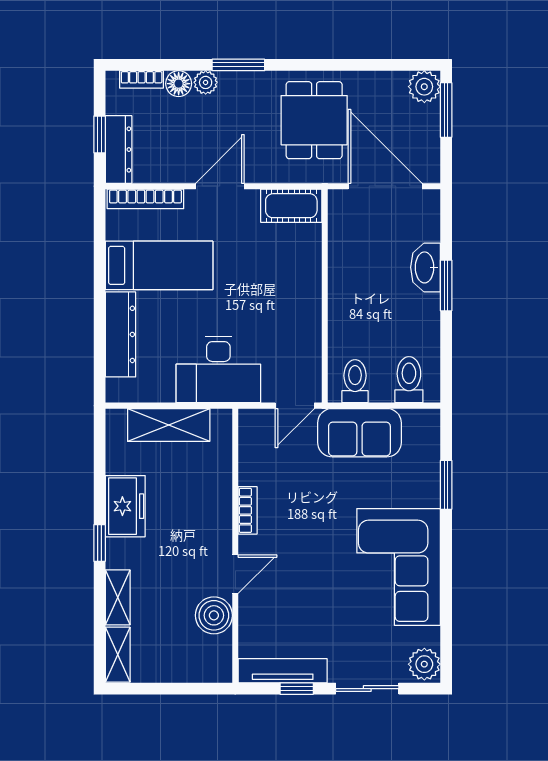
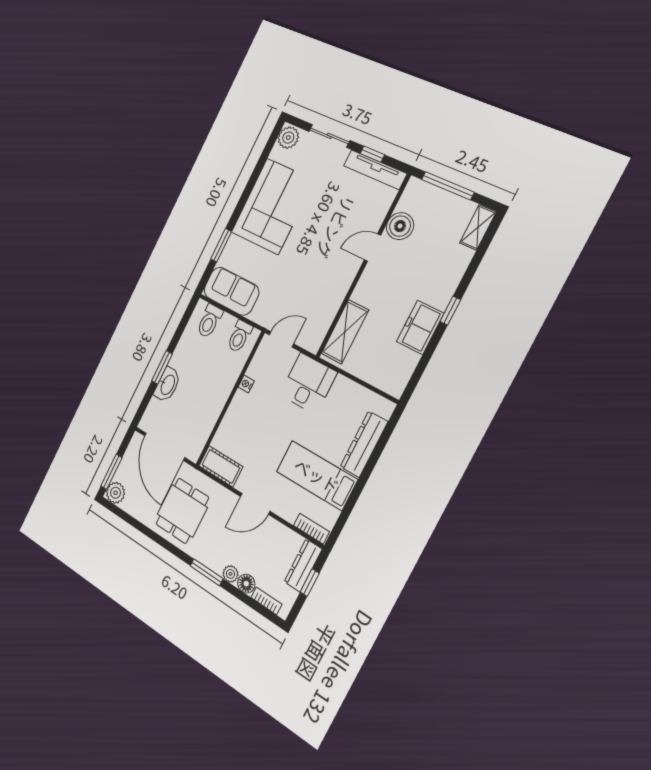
bookcase: (145, 199) -> (311, 529), width x0.64
nightstand: (313, 326) -> (246, 384), added
desk: (218, 370) -> (308, 384), width x0.73
shelving: (169, 425) -> (345, 332), moved, turned 90
sofa: (359, 433) -> (231, 291), moved
bookcase: (248, 510) -> (344, 286), removed
shelving: (118, 597) -> (457, 267), removed
window: (180, 689) -> (448, 186), added

